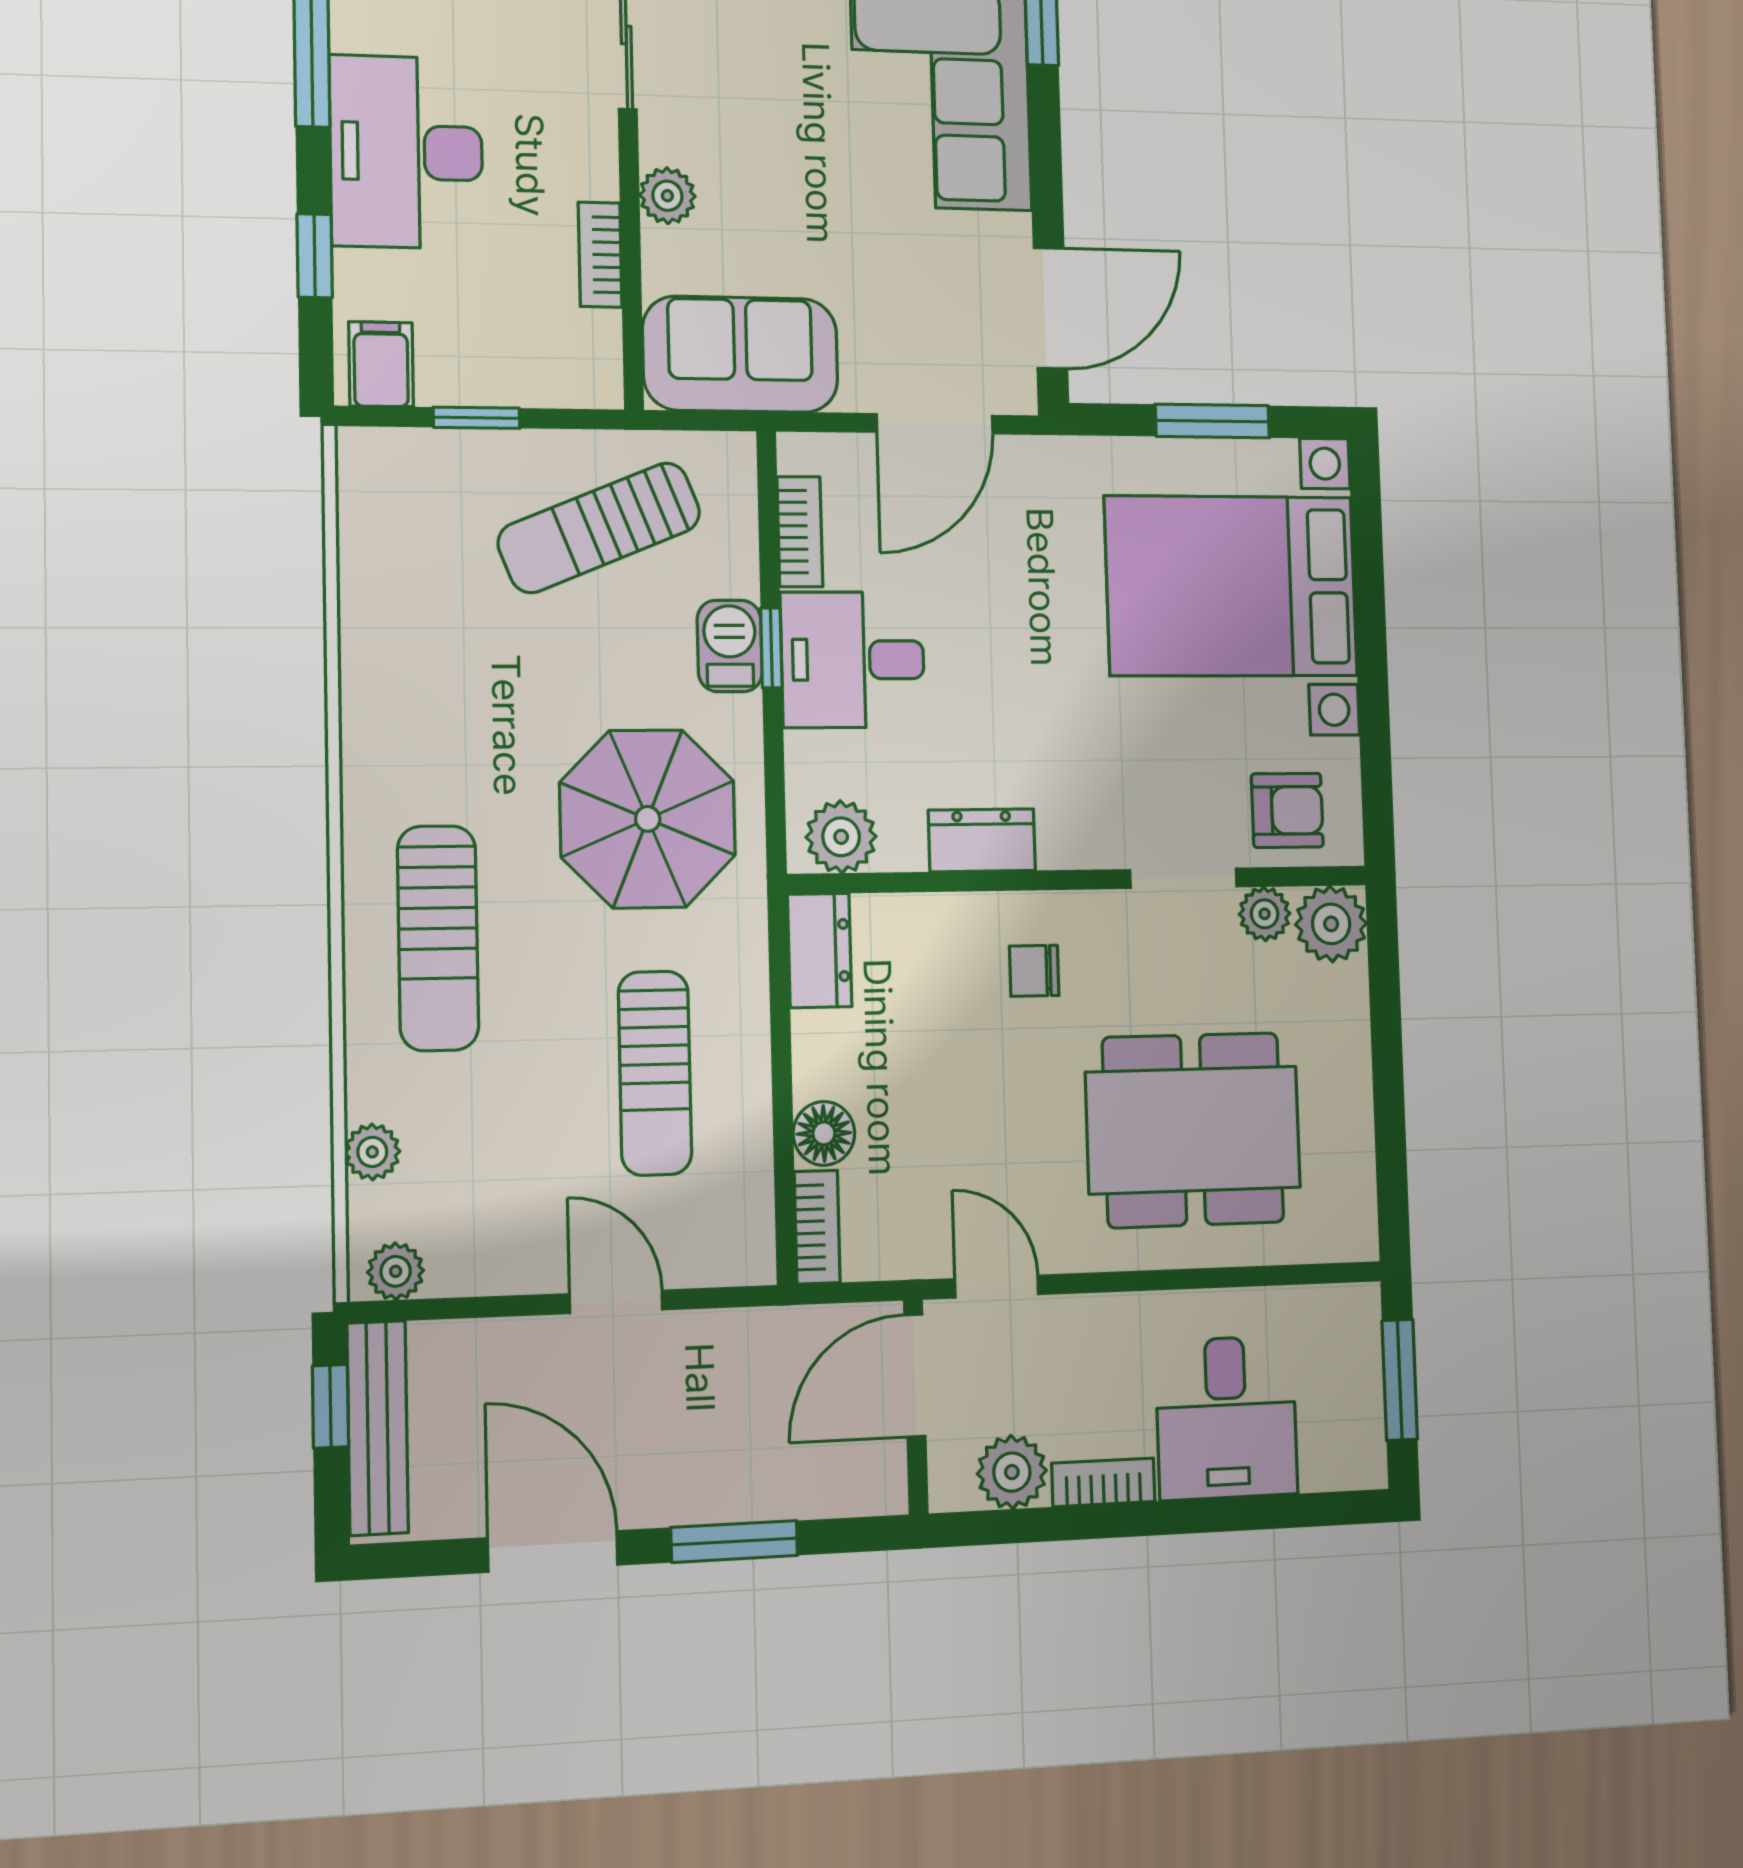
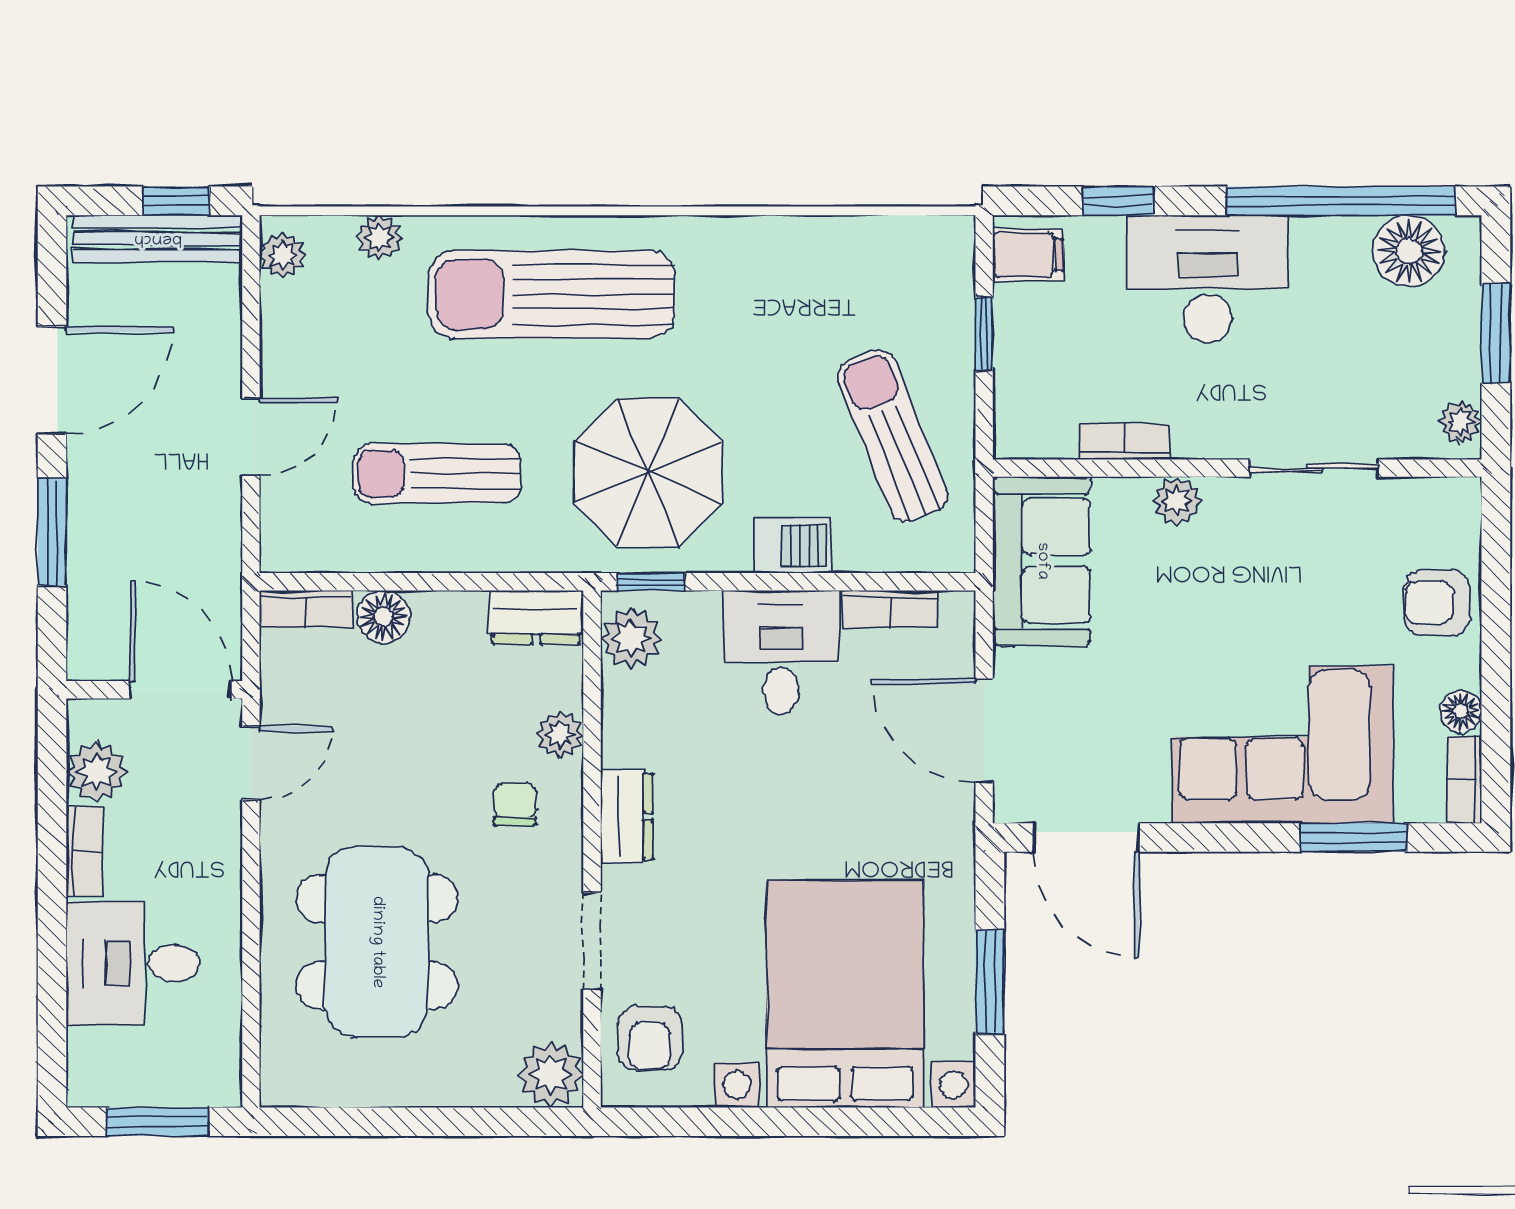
window: (771, 648) -> (651, 582), moved
dresser: (982, 840) -> (627, 817), moved
plant: (1265, 914) -> (560, 734), moved
sun lounger: (438, 938) -> (552, 294), width x1.36, depth x1.34

